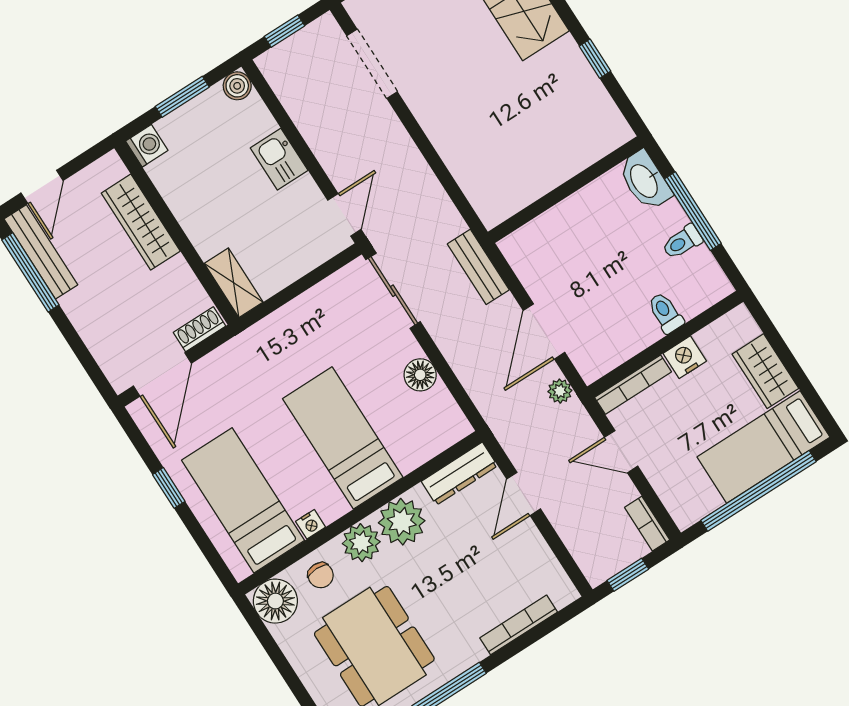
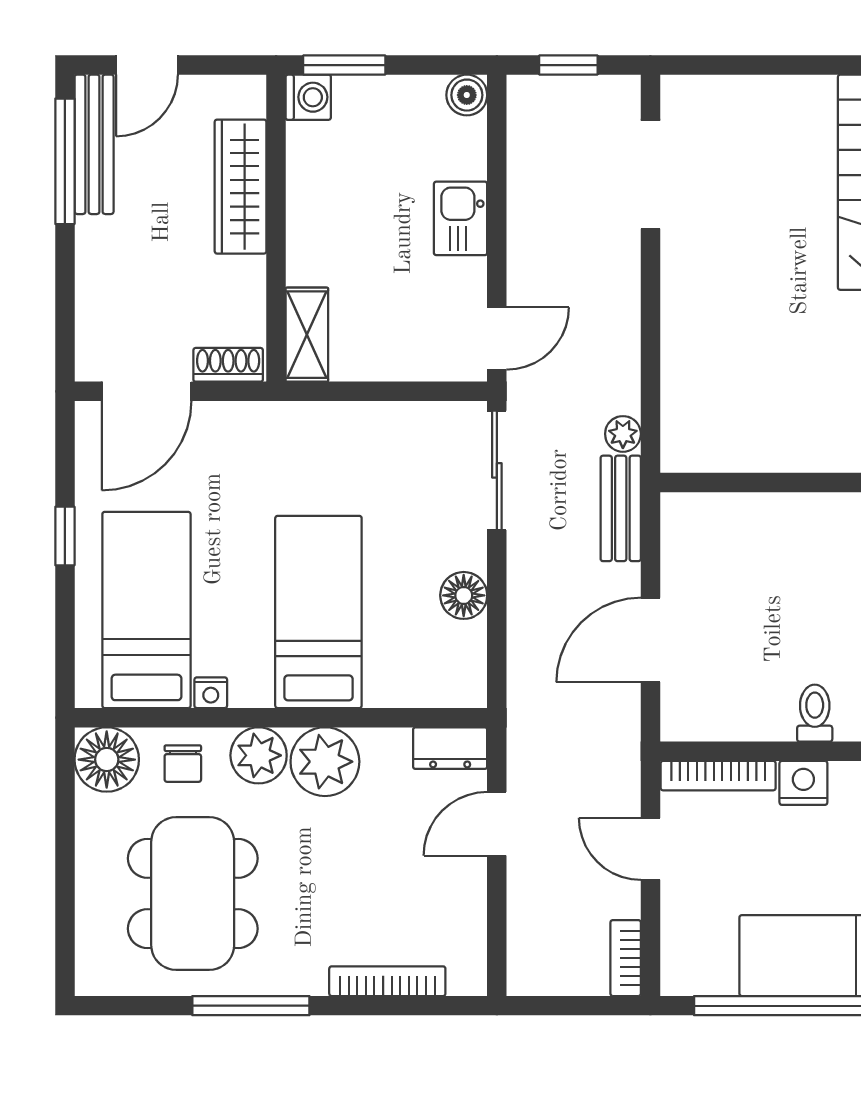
window: (182, 97) -> (344, 65), moved
plant: (560, 391) -> (623, 434), moved
dresser: (459, 474) -> (450, 748), width x0.70
window: (628, 575) -> (561, 1006), removed

